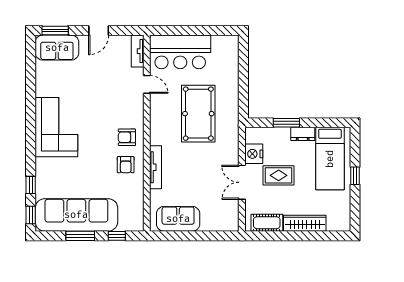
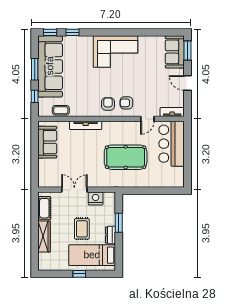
armchair: (126, 165) -> (126, 103), moved
rug: (279, 175) -> (82, 229), moved
coffee table: (135, 201) -> (61, 110), added

